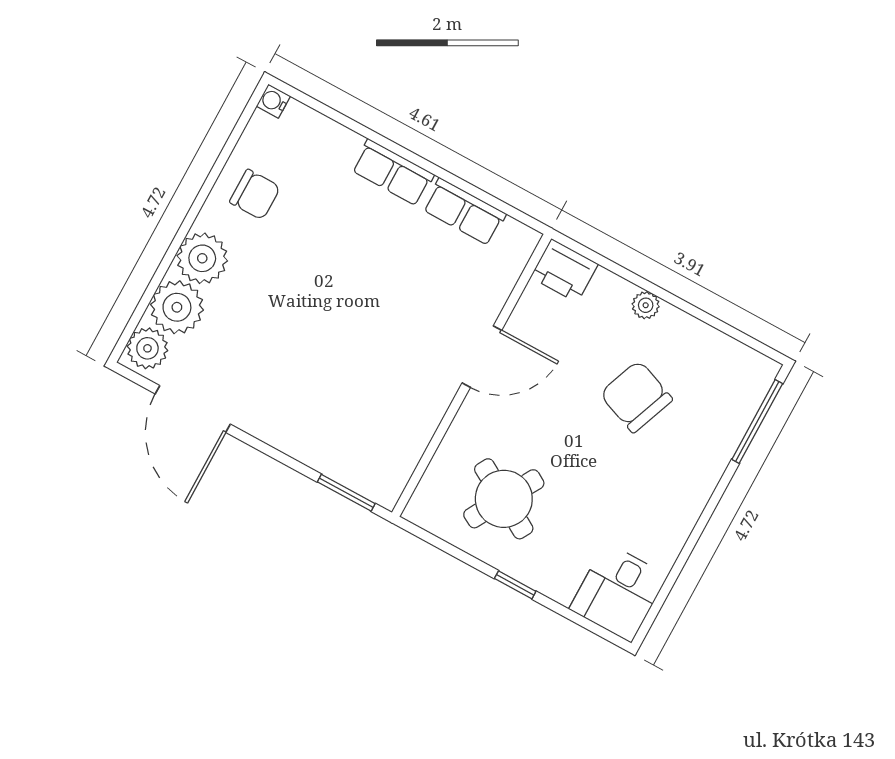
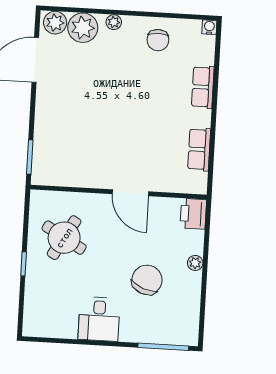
row of seats: (393, 172) -> (203, 87), moved
plant: (202, 258) -> (114, 22), width x0.53, depth x0.53
desk: (618, 592) -> (99, 319), moved, turned -90

